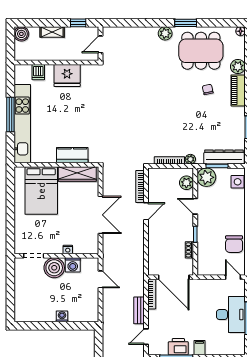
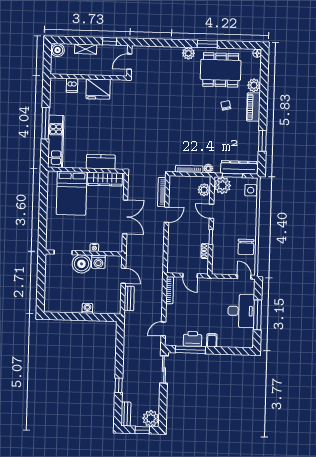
kitchen unit: (22, 124) -> (56, 141), width x0.73
door: (174, 277) -> (190, 275), width x0.53
bench: (139, 310) -> (129, 298), moved

